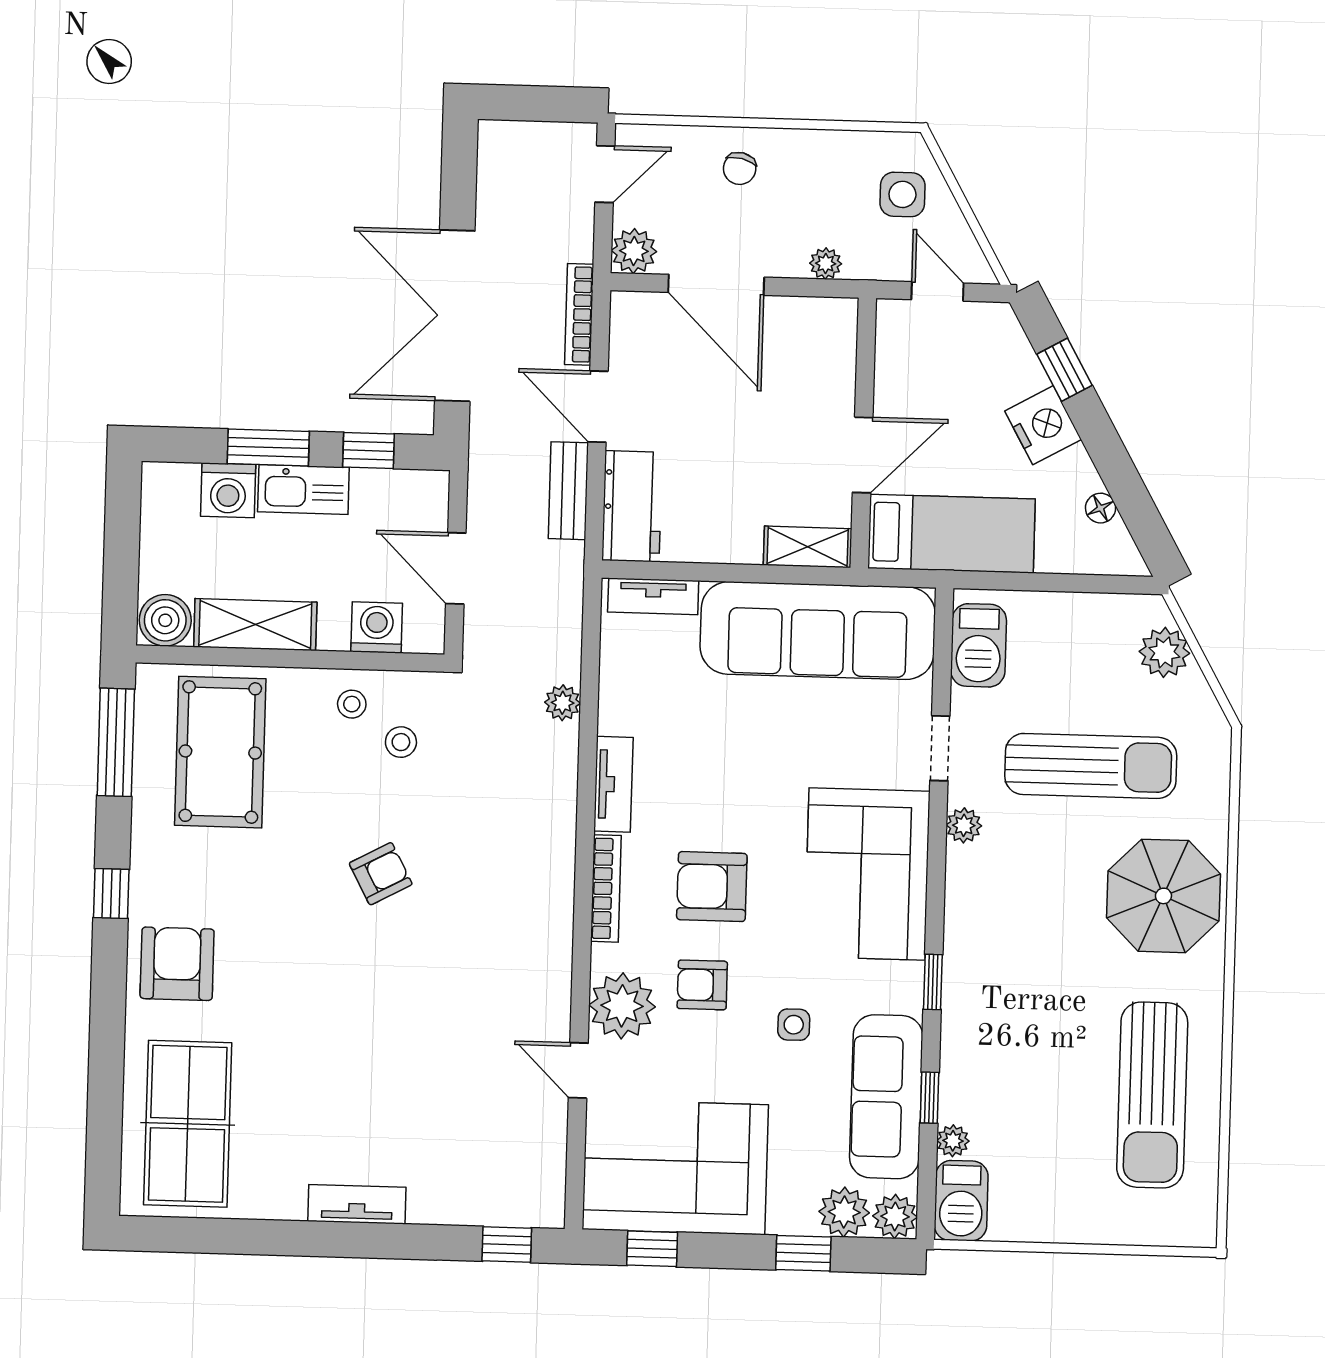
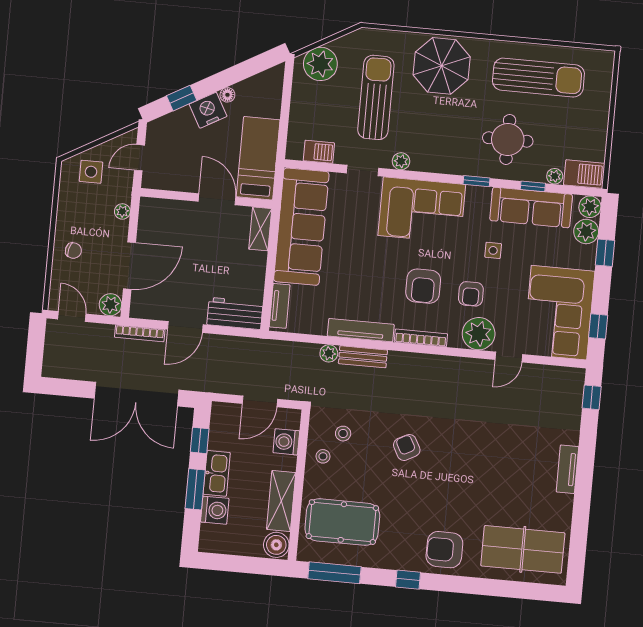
bench: (568, 491) -> (363, 357), moved
floor lamp: (1101, 508) -> (227, 95), moved
barbecue: (979, 645) -> (319, 152), width x0.73, depth x0.79
plant: (1164, 652) -> (320, 64), width x1.36, depth x1.36
tv unit: (613, 784) -> (361, 330), width x1.41
round table: (1022, 1040) -> (508, 139), added

